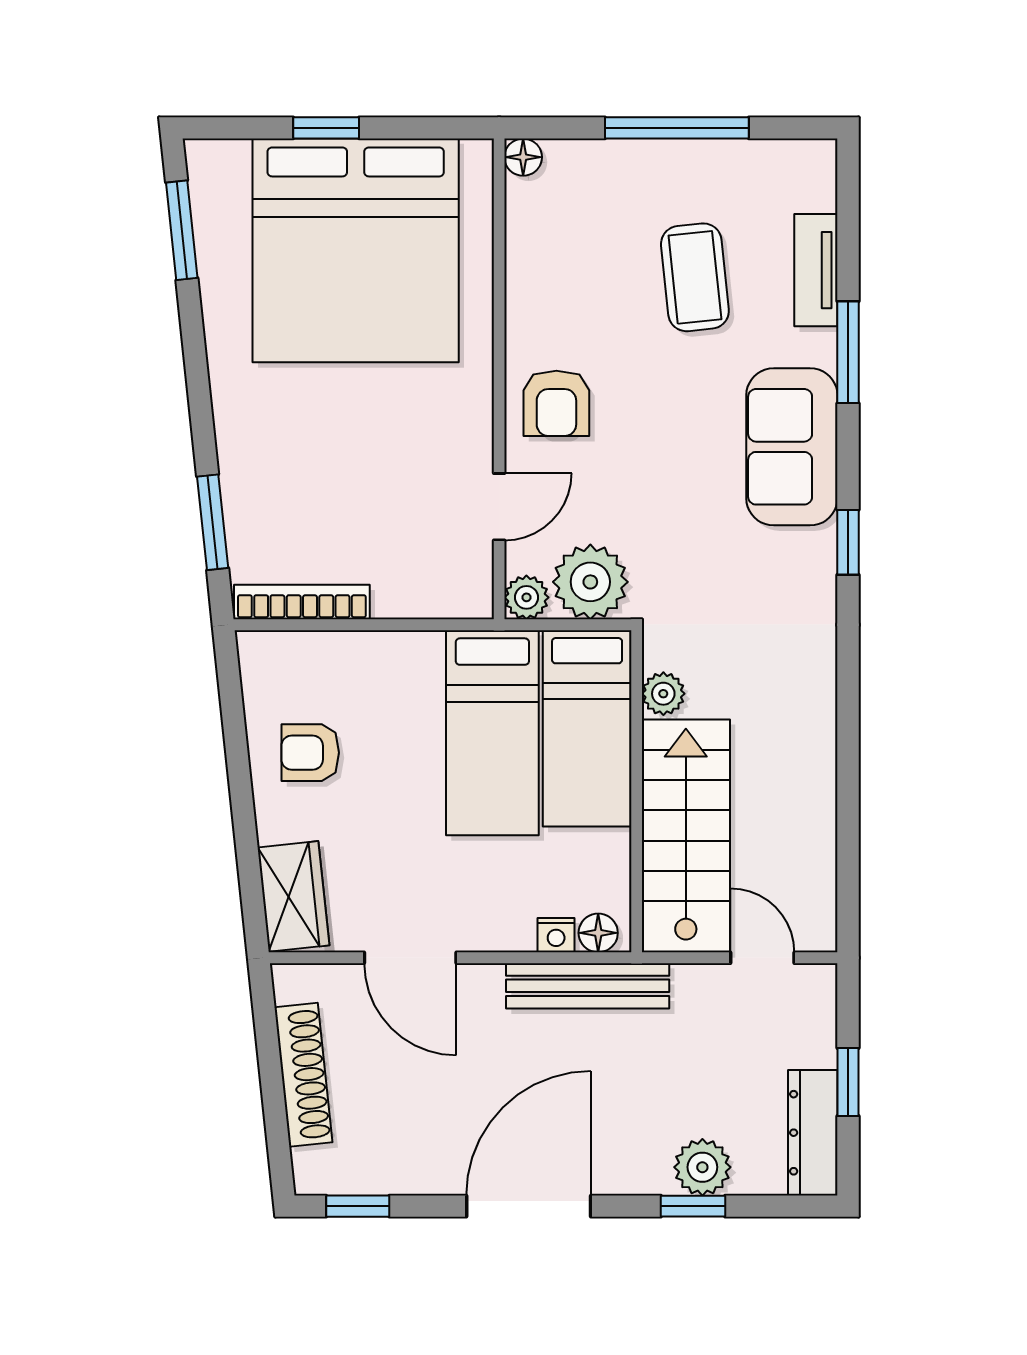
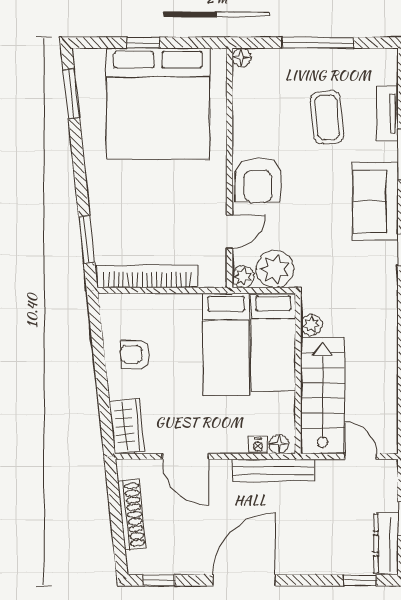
armchair: (556, 403) -> (258, 180), width x1.38, depth x1.38
bookcase: (302, 602) -> (147, 276), width x1.48, depth x1.31
plant: (702, 1167) -> (331, 561), removed
window: (693, 1206) -> (360, 580), moved

